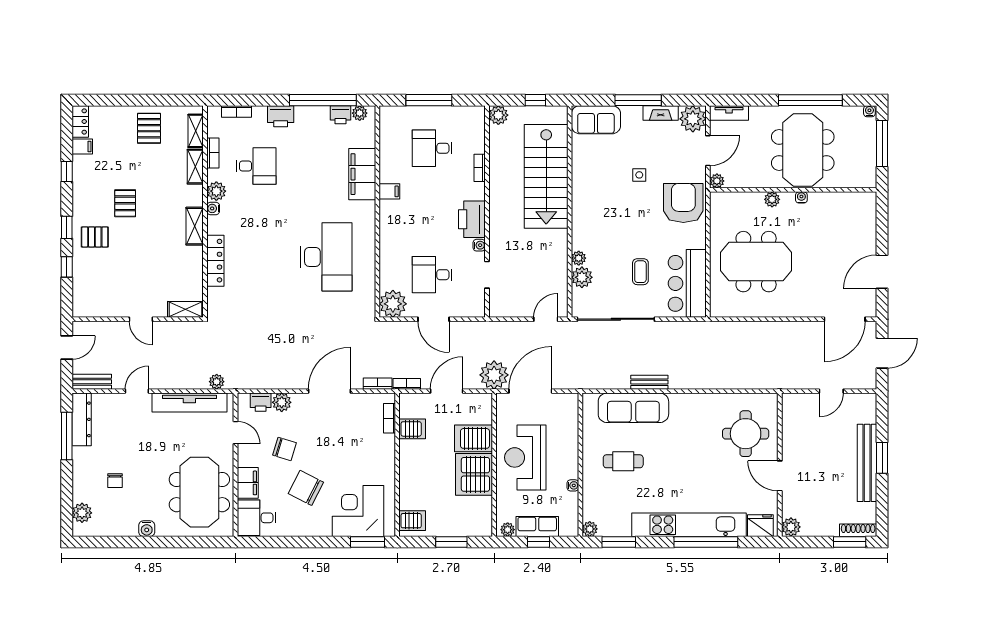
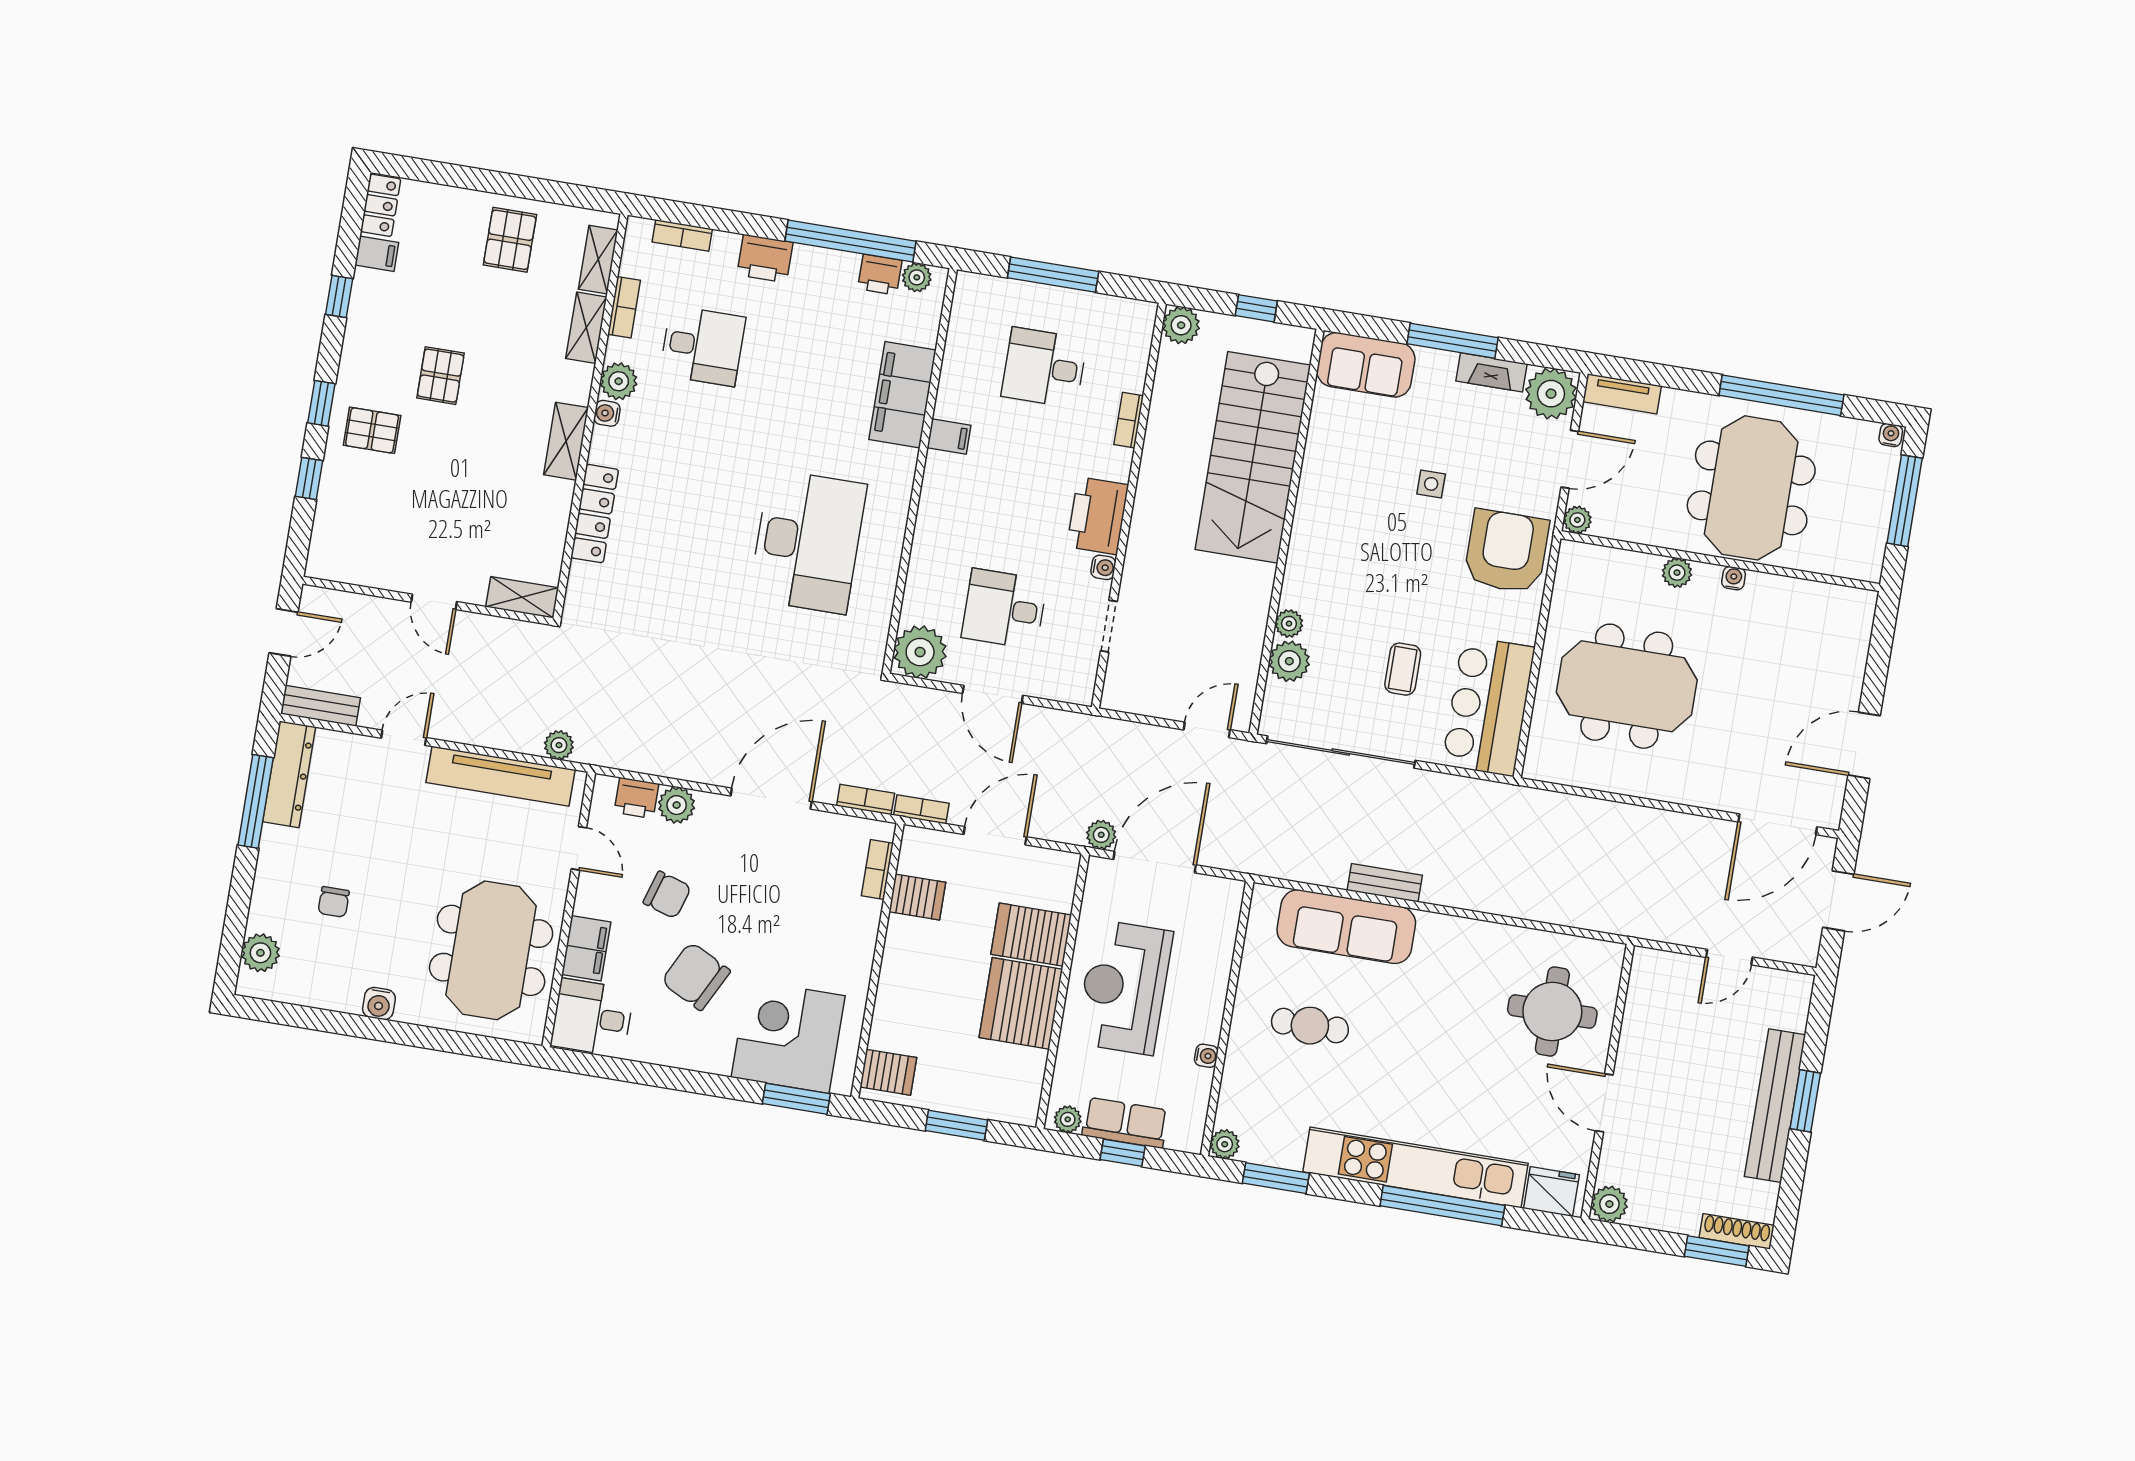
plant: (494, 375) -> (1101, 835), width x0.53, depth x0.53

